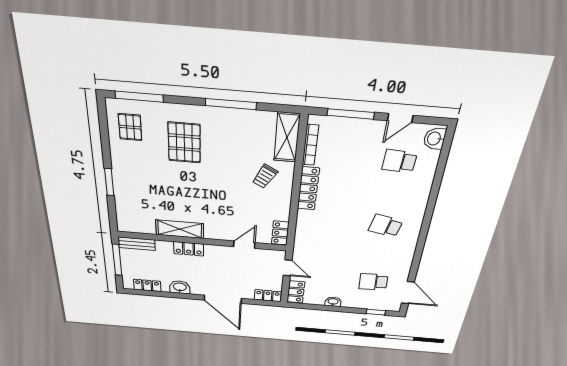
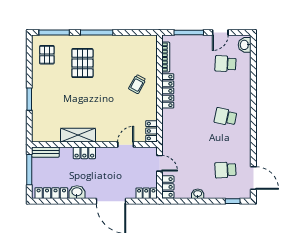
window: (231, 104) -> (97, 33), moved
shelving: (287, 137) -> (150, 53), removed
locker: (147, 285) -> (51, 193), width x1.53

